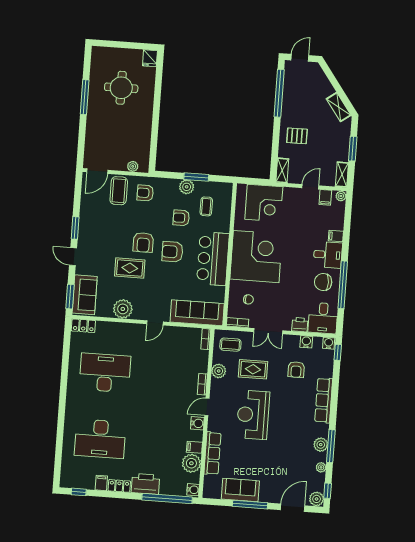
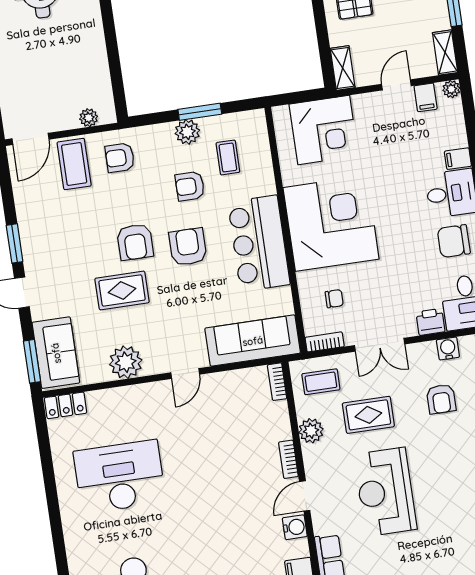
armchair: (172, 252) -> (188, 247), turned 90

